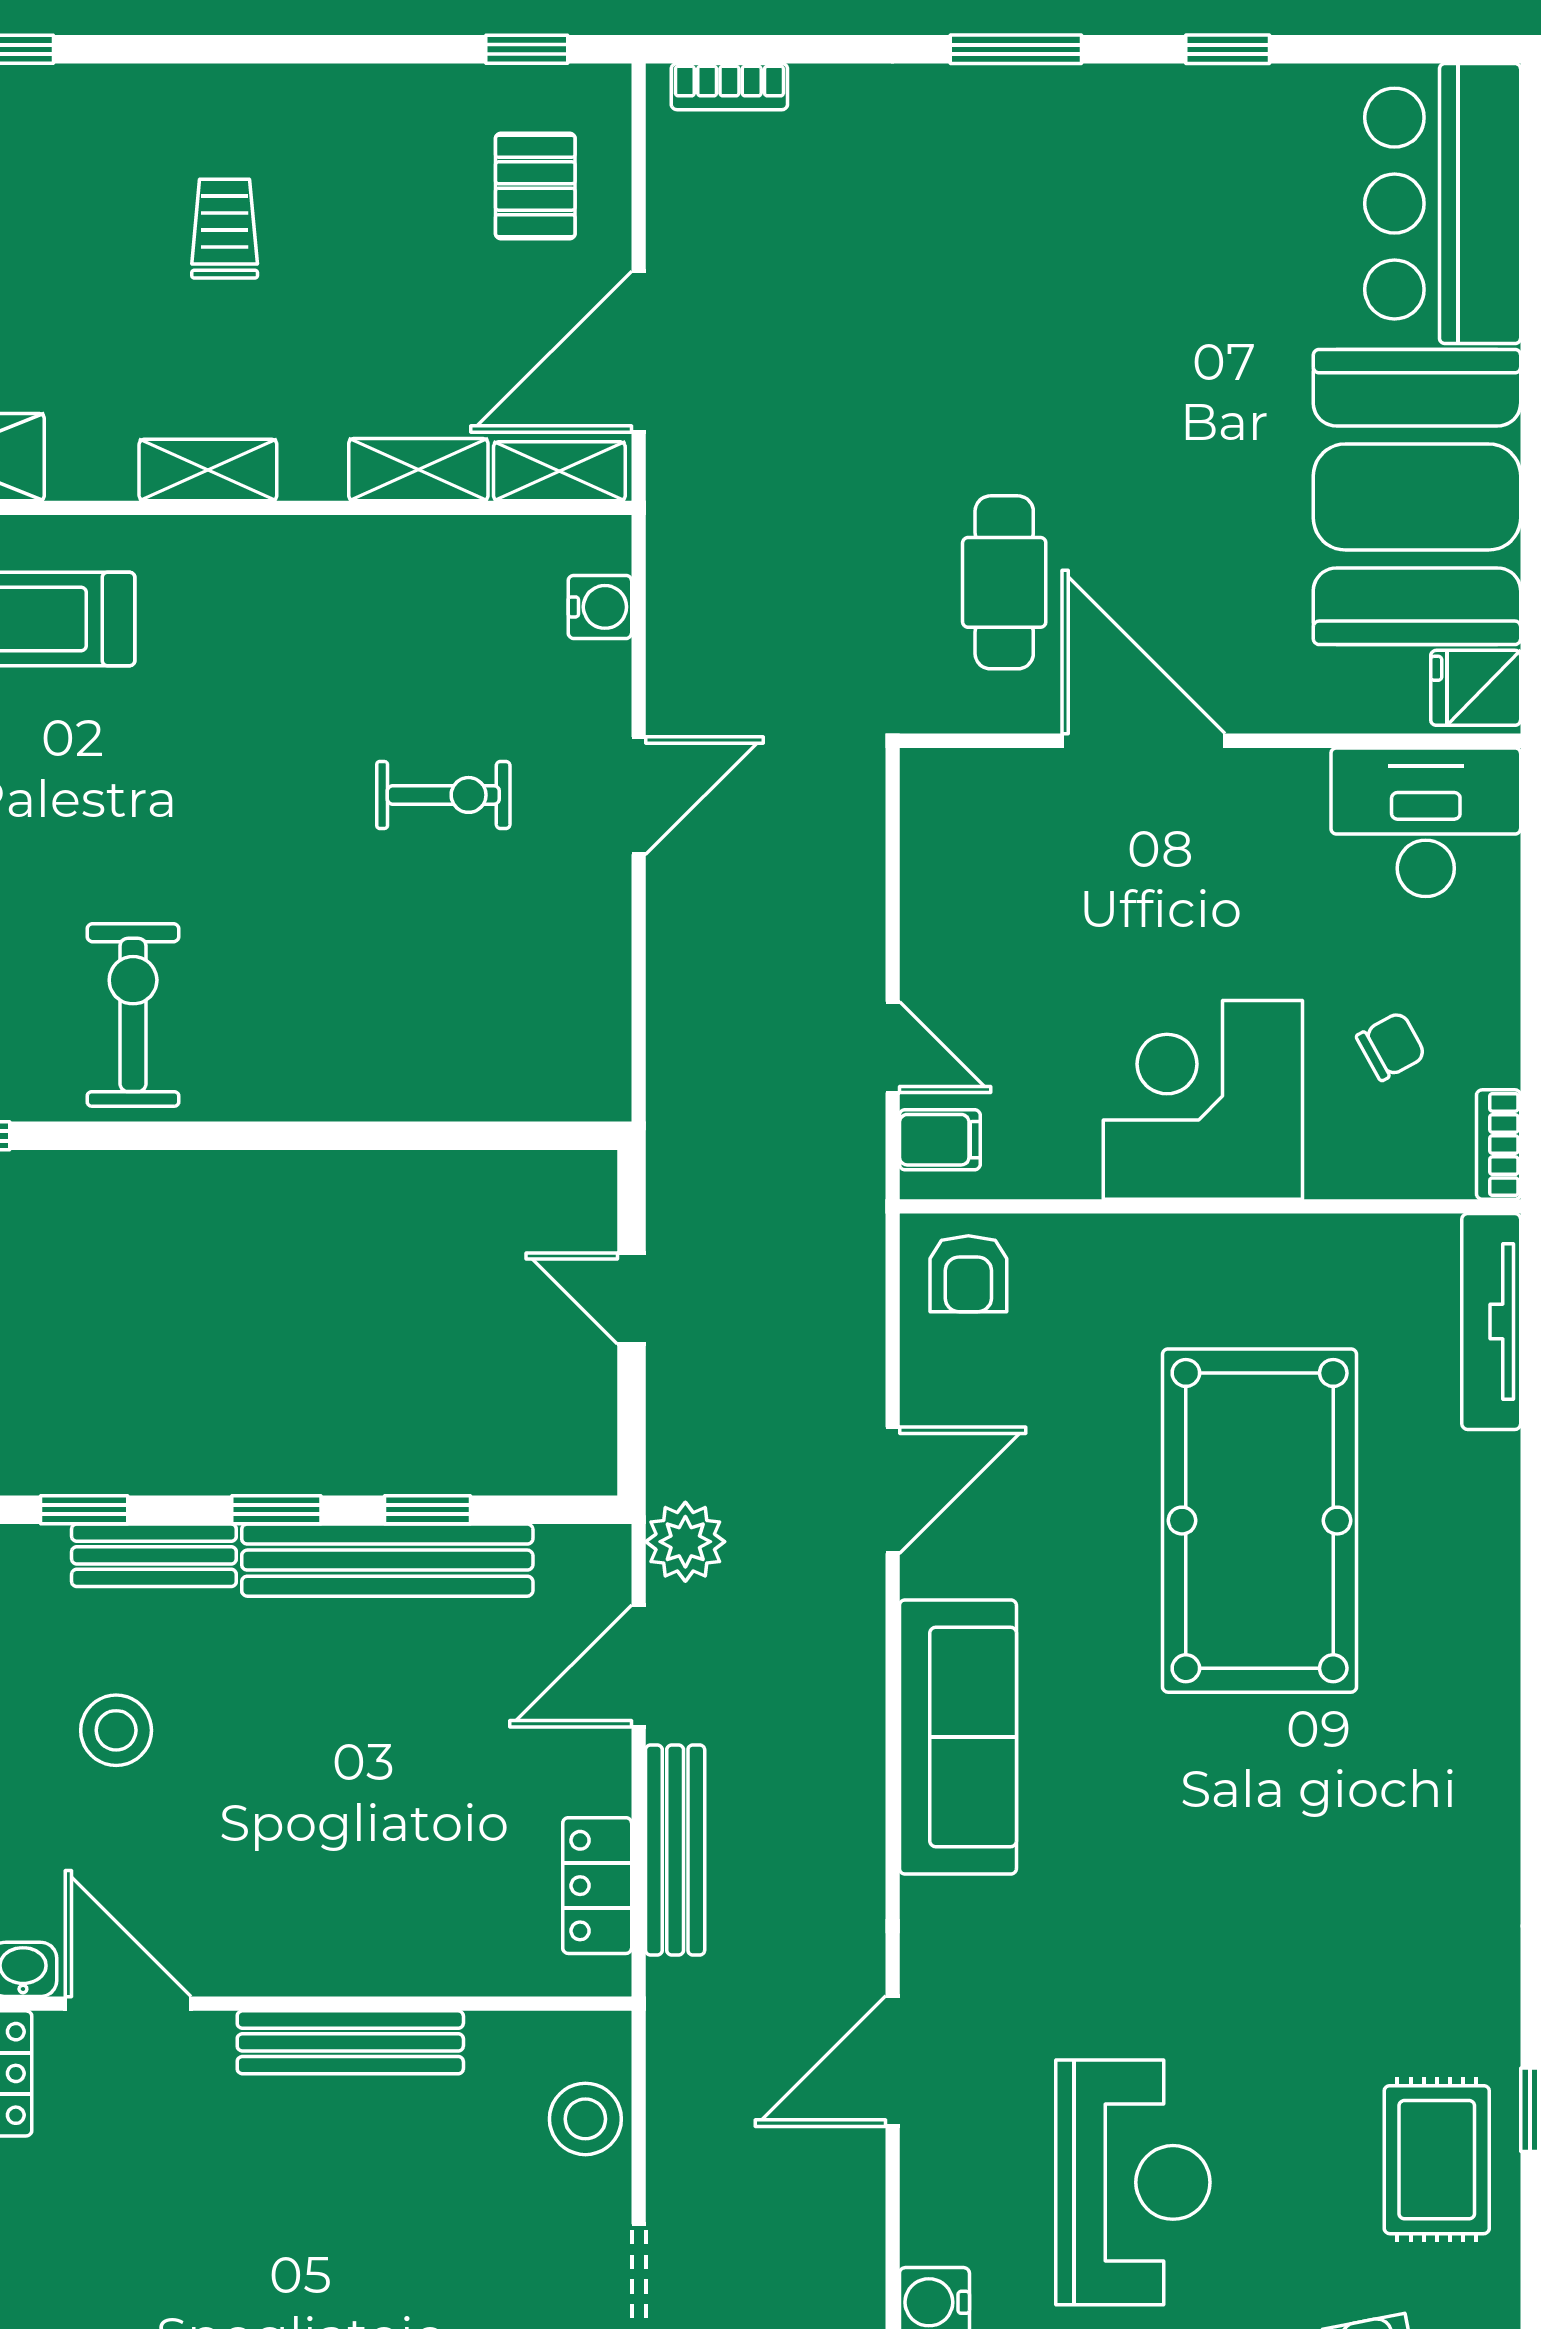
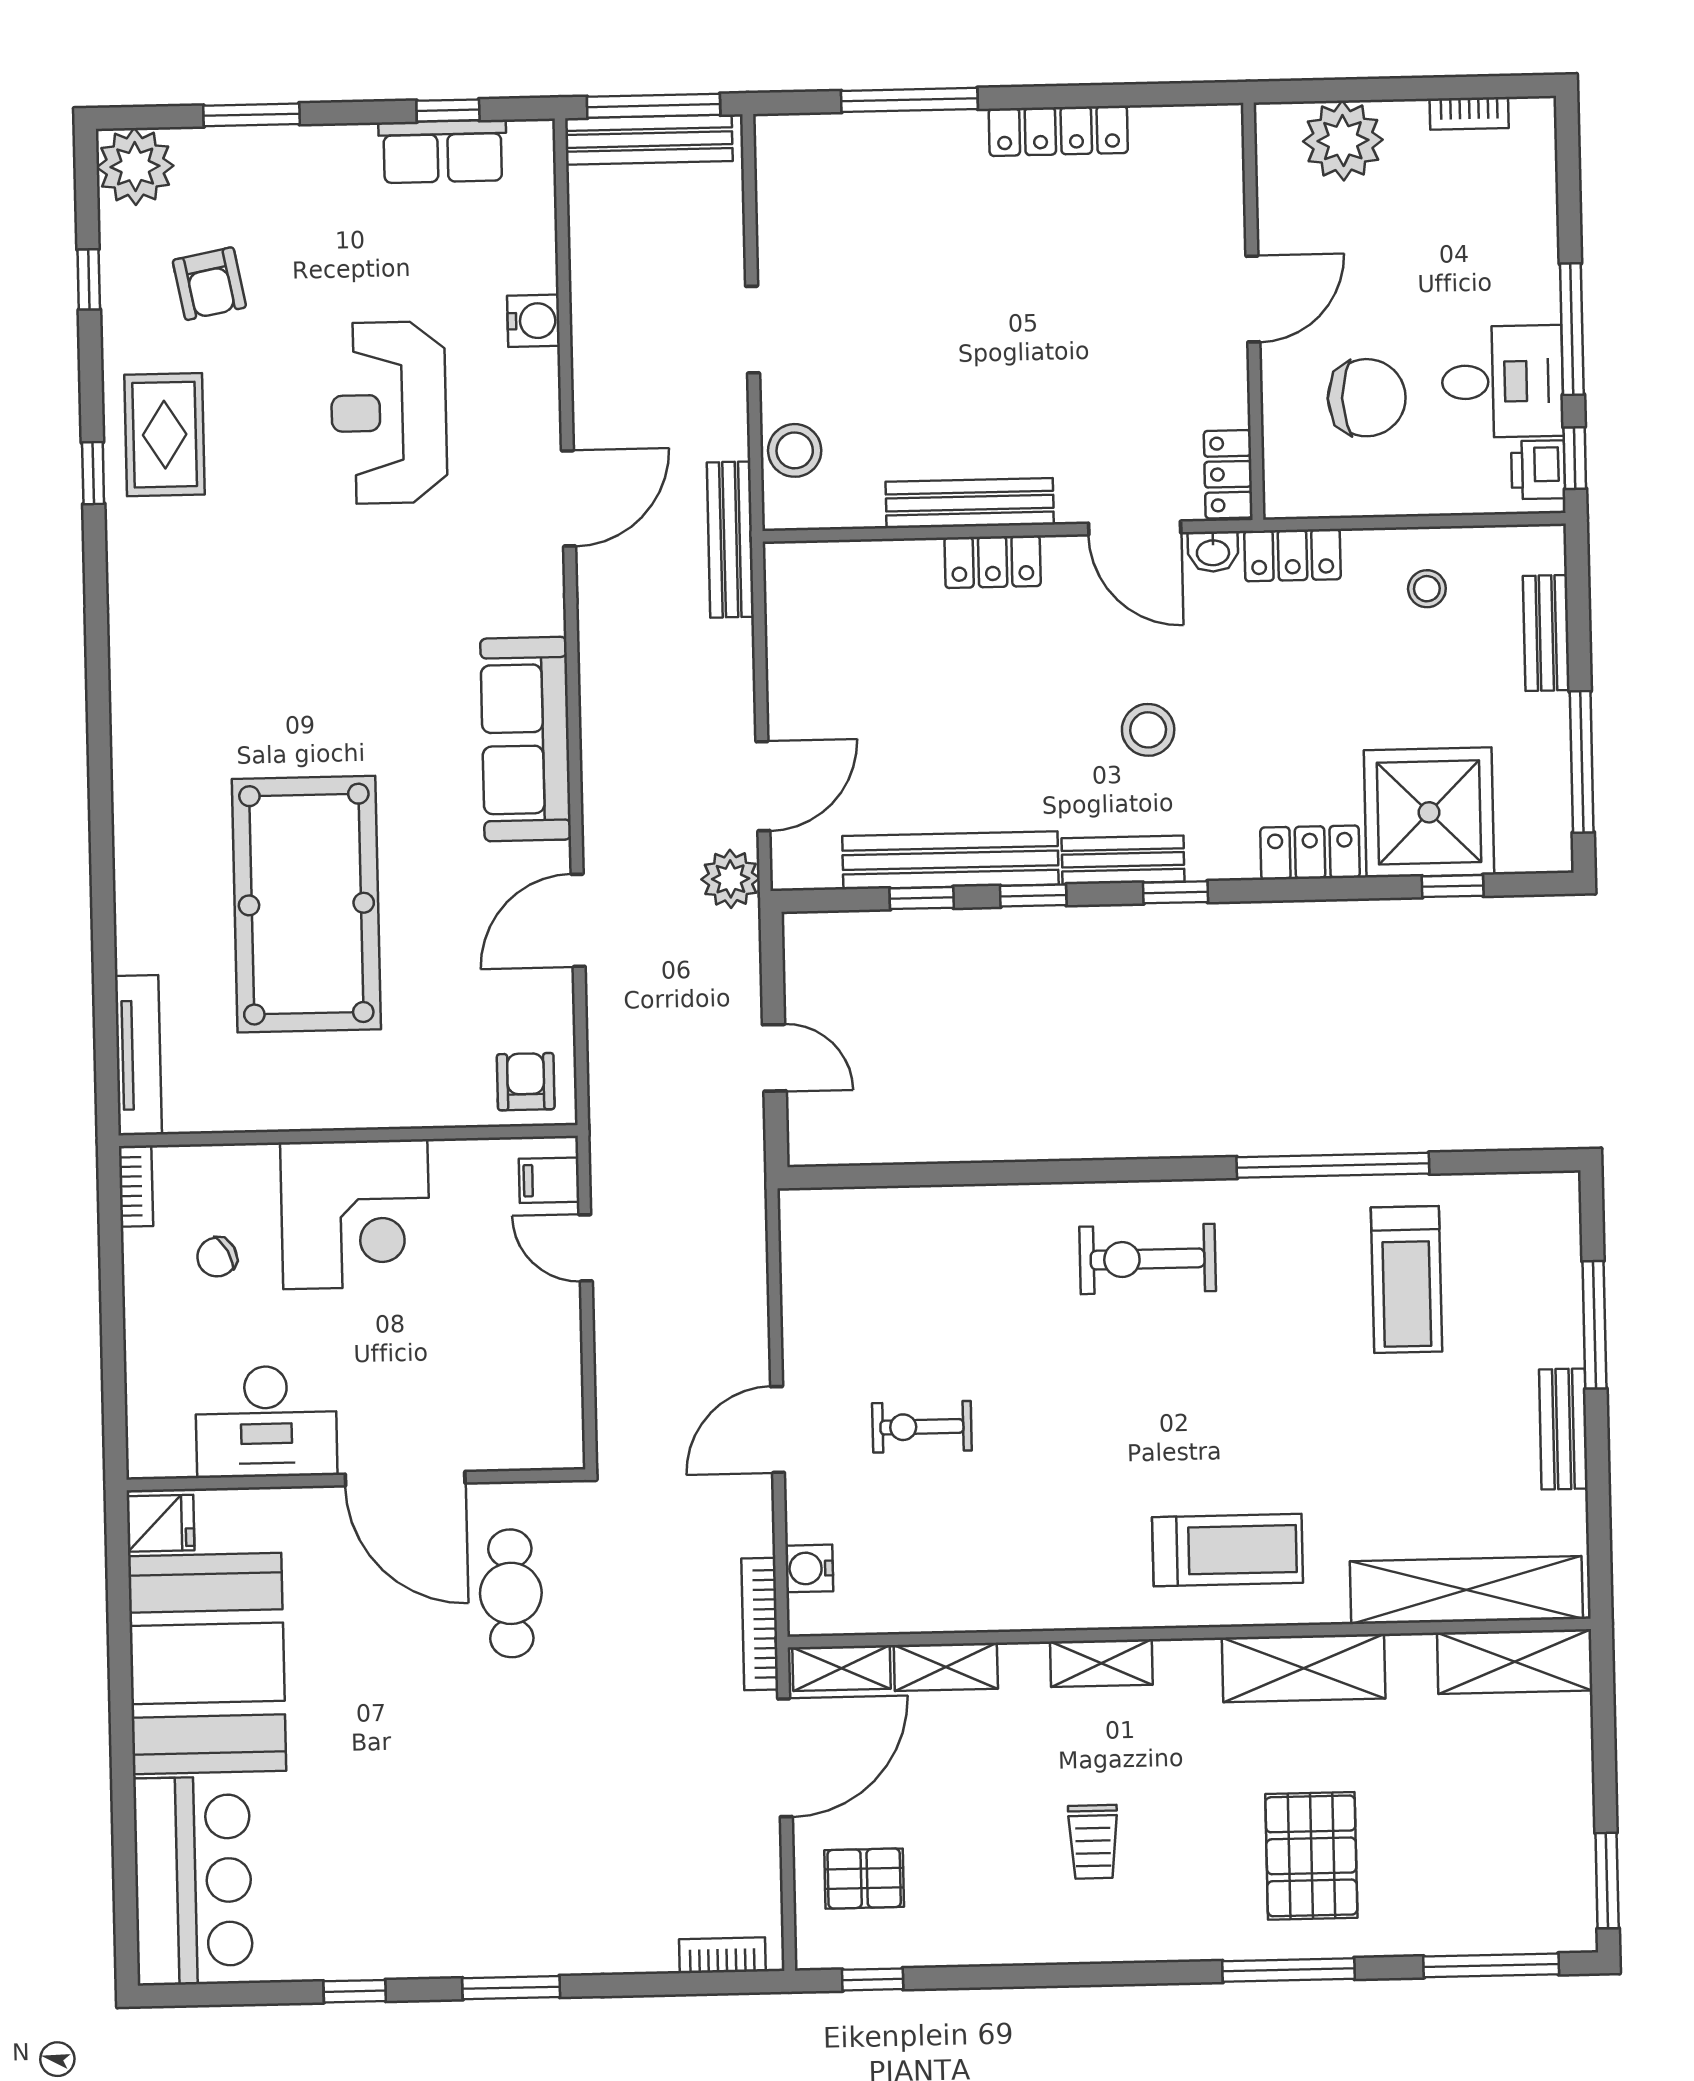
pallet: (535, 186) -> (864, 1879), turned 90
bookcase: (668, 533) -> (760, 1624), added
desk: (1426, 822) -> (266, 1422), moved
exercise bike: (133, 1015) -> (1148, 1259), turned 90
bench: (675, 1850) -> (730, 540), moved
locker: (597, 1886) -> (993, 562), moved, turned 90

